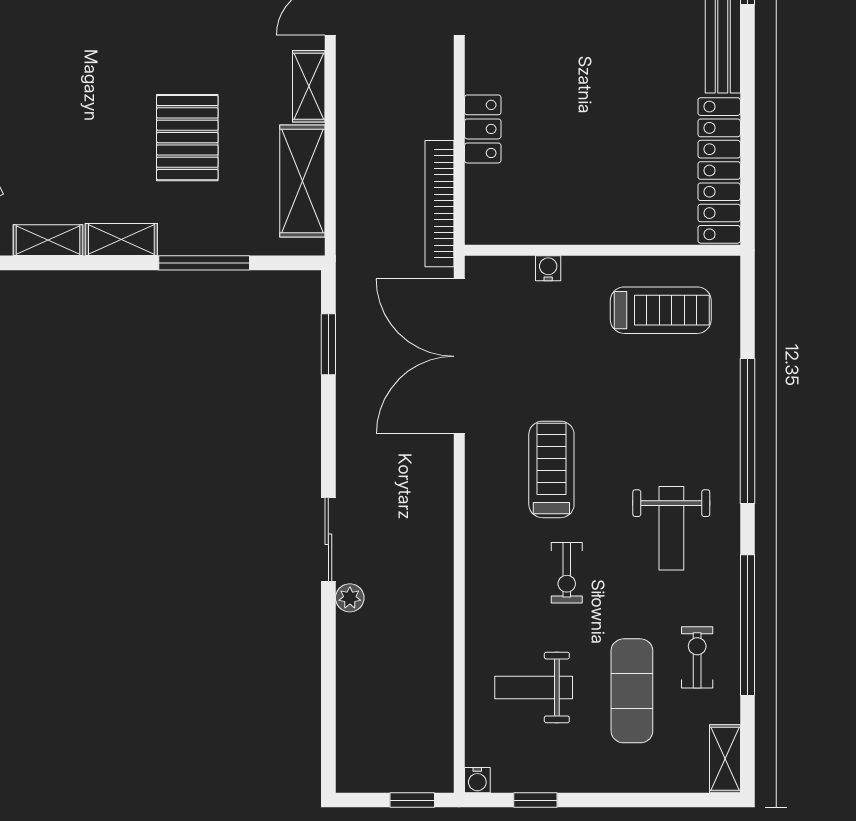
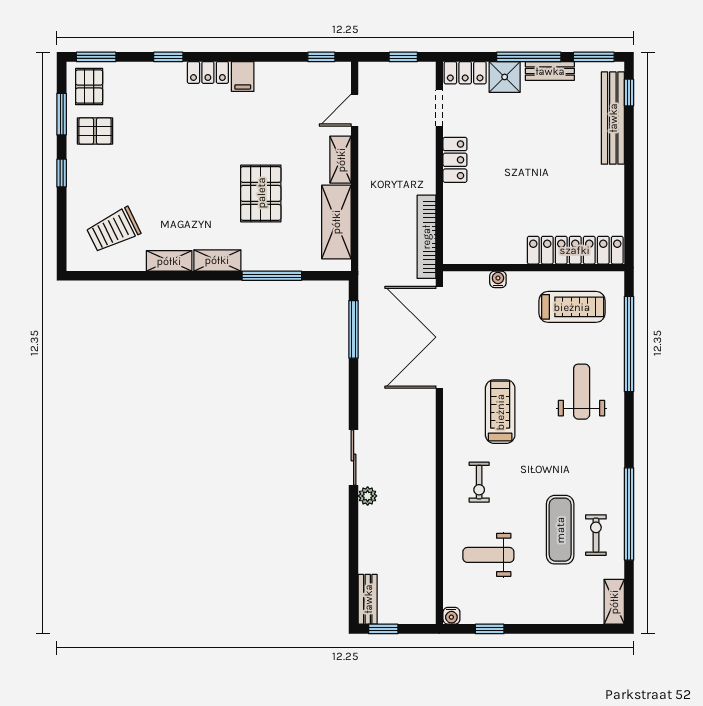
locker: (483, 129) -> (455, 160), moved
locker: (719, 170) -> (575, 250), moved, turned 90
window: (328, 344) -> (354, 329), width x1.44
window: (747, 431) -> (629, 344), moved
weight bench: (671, 528) -> (582, 392), moved, turned 180
exercise bike: (567, 573) -> (479, 482), moved
exercise mat: (632, 691) -> (560, 530), moved
bench: (350, 755) -> (368, 599), added
window: (412, 800) -> (383, 629), moved

